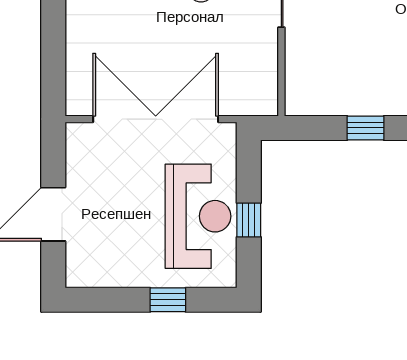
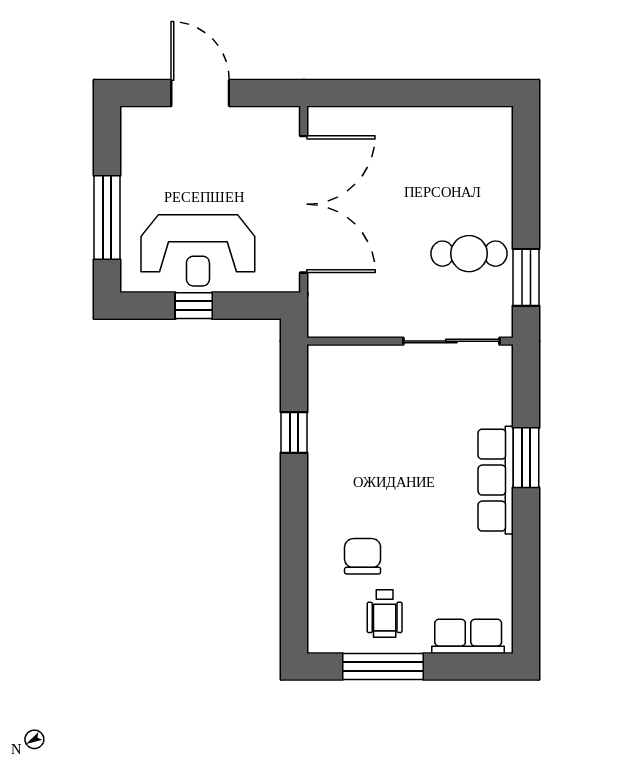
window: (168, 300) -> (107, 218), width x2.17

